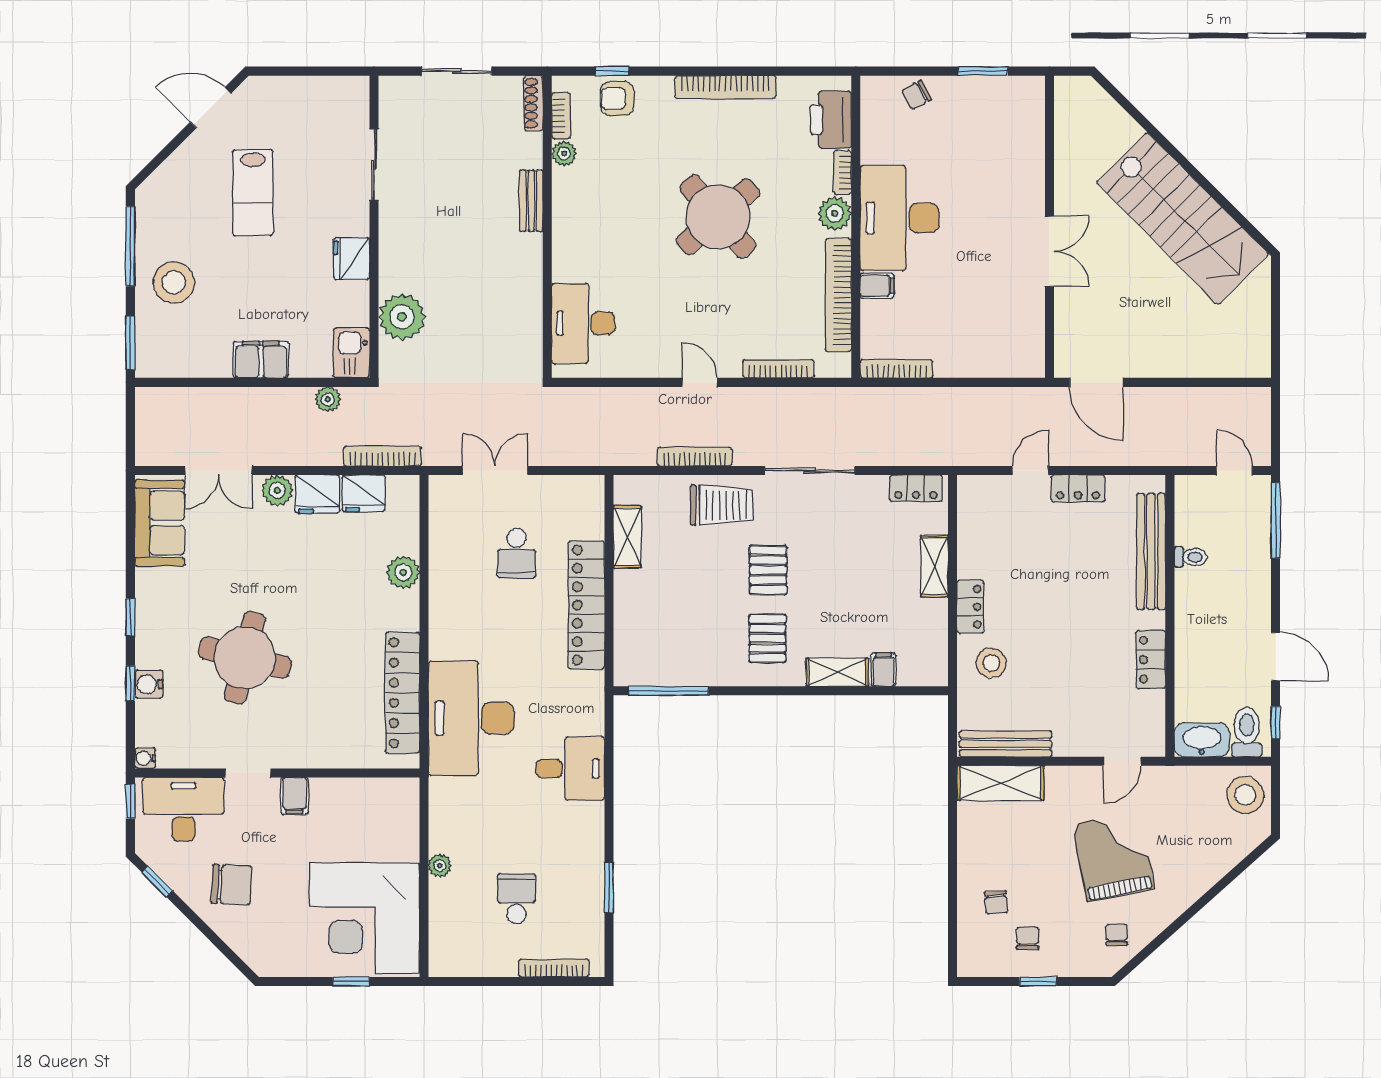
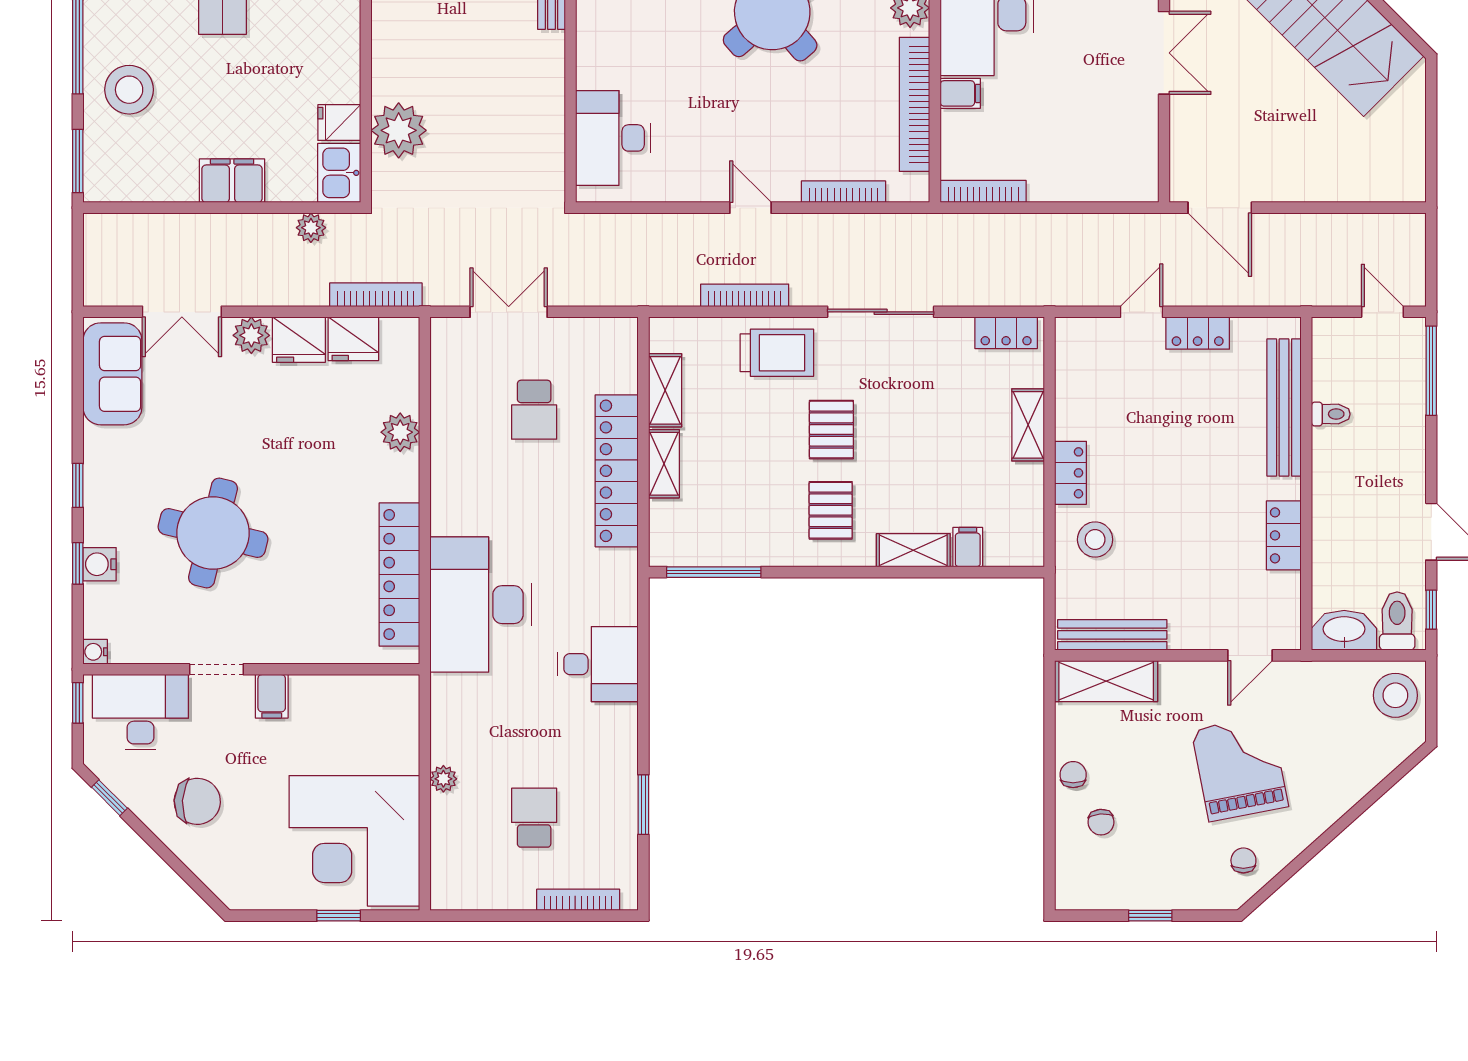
fridge: (352, 259) -> (339, 123), moved, width x0.72
shelving: (626, 599) -> (664, 464), added
chair: (1028, 938) -> (1073, 775), moved

